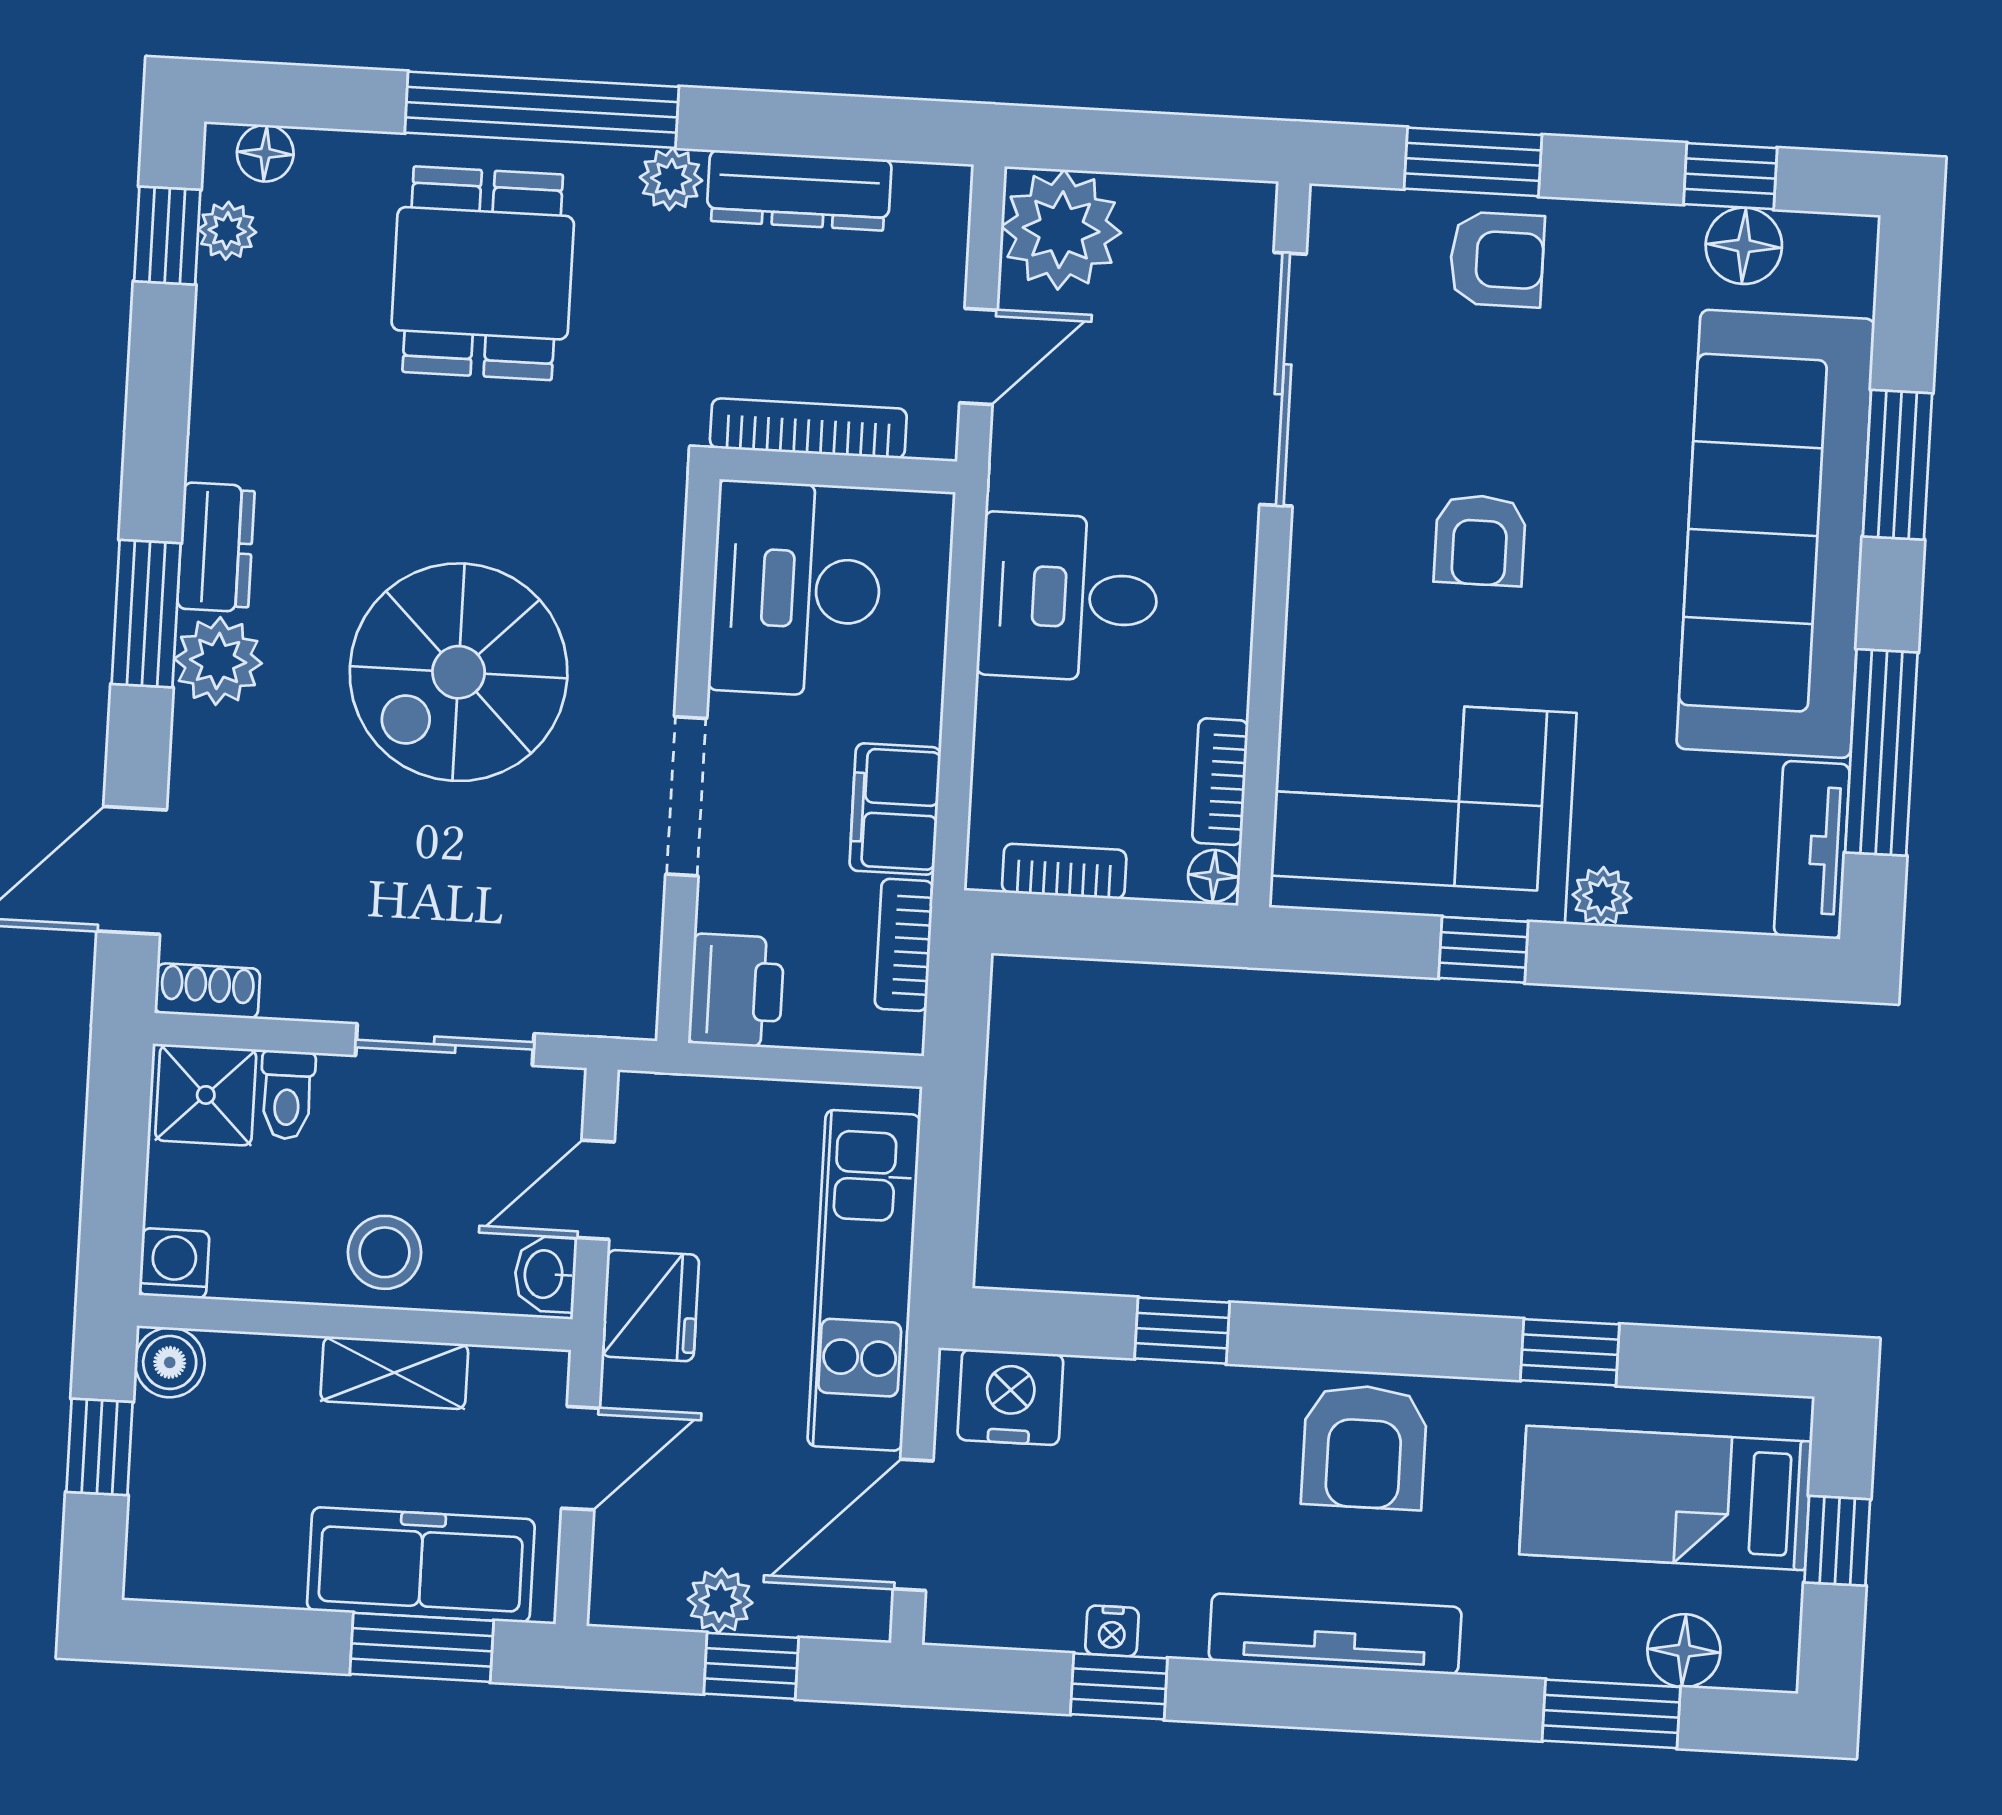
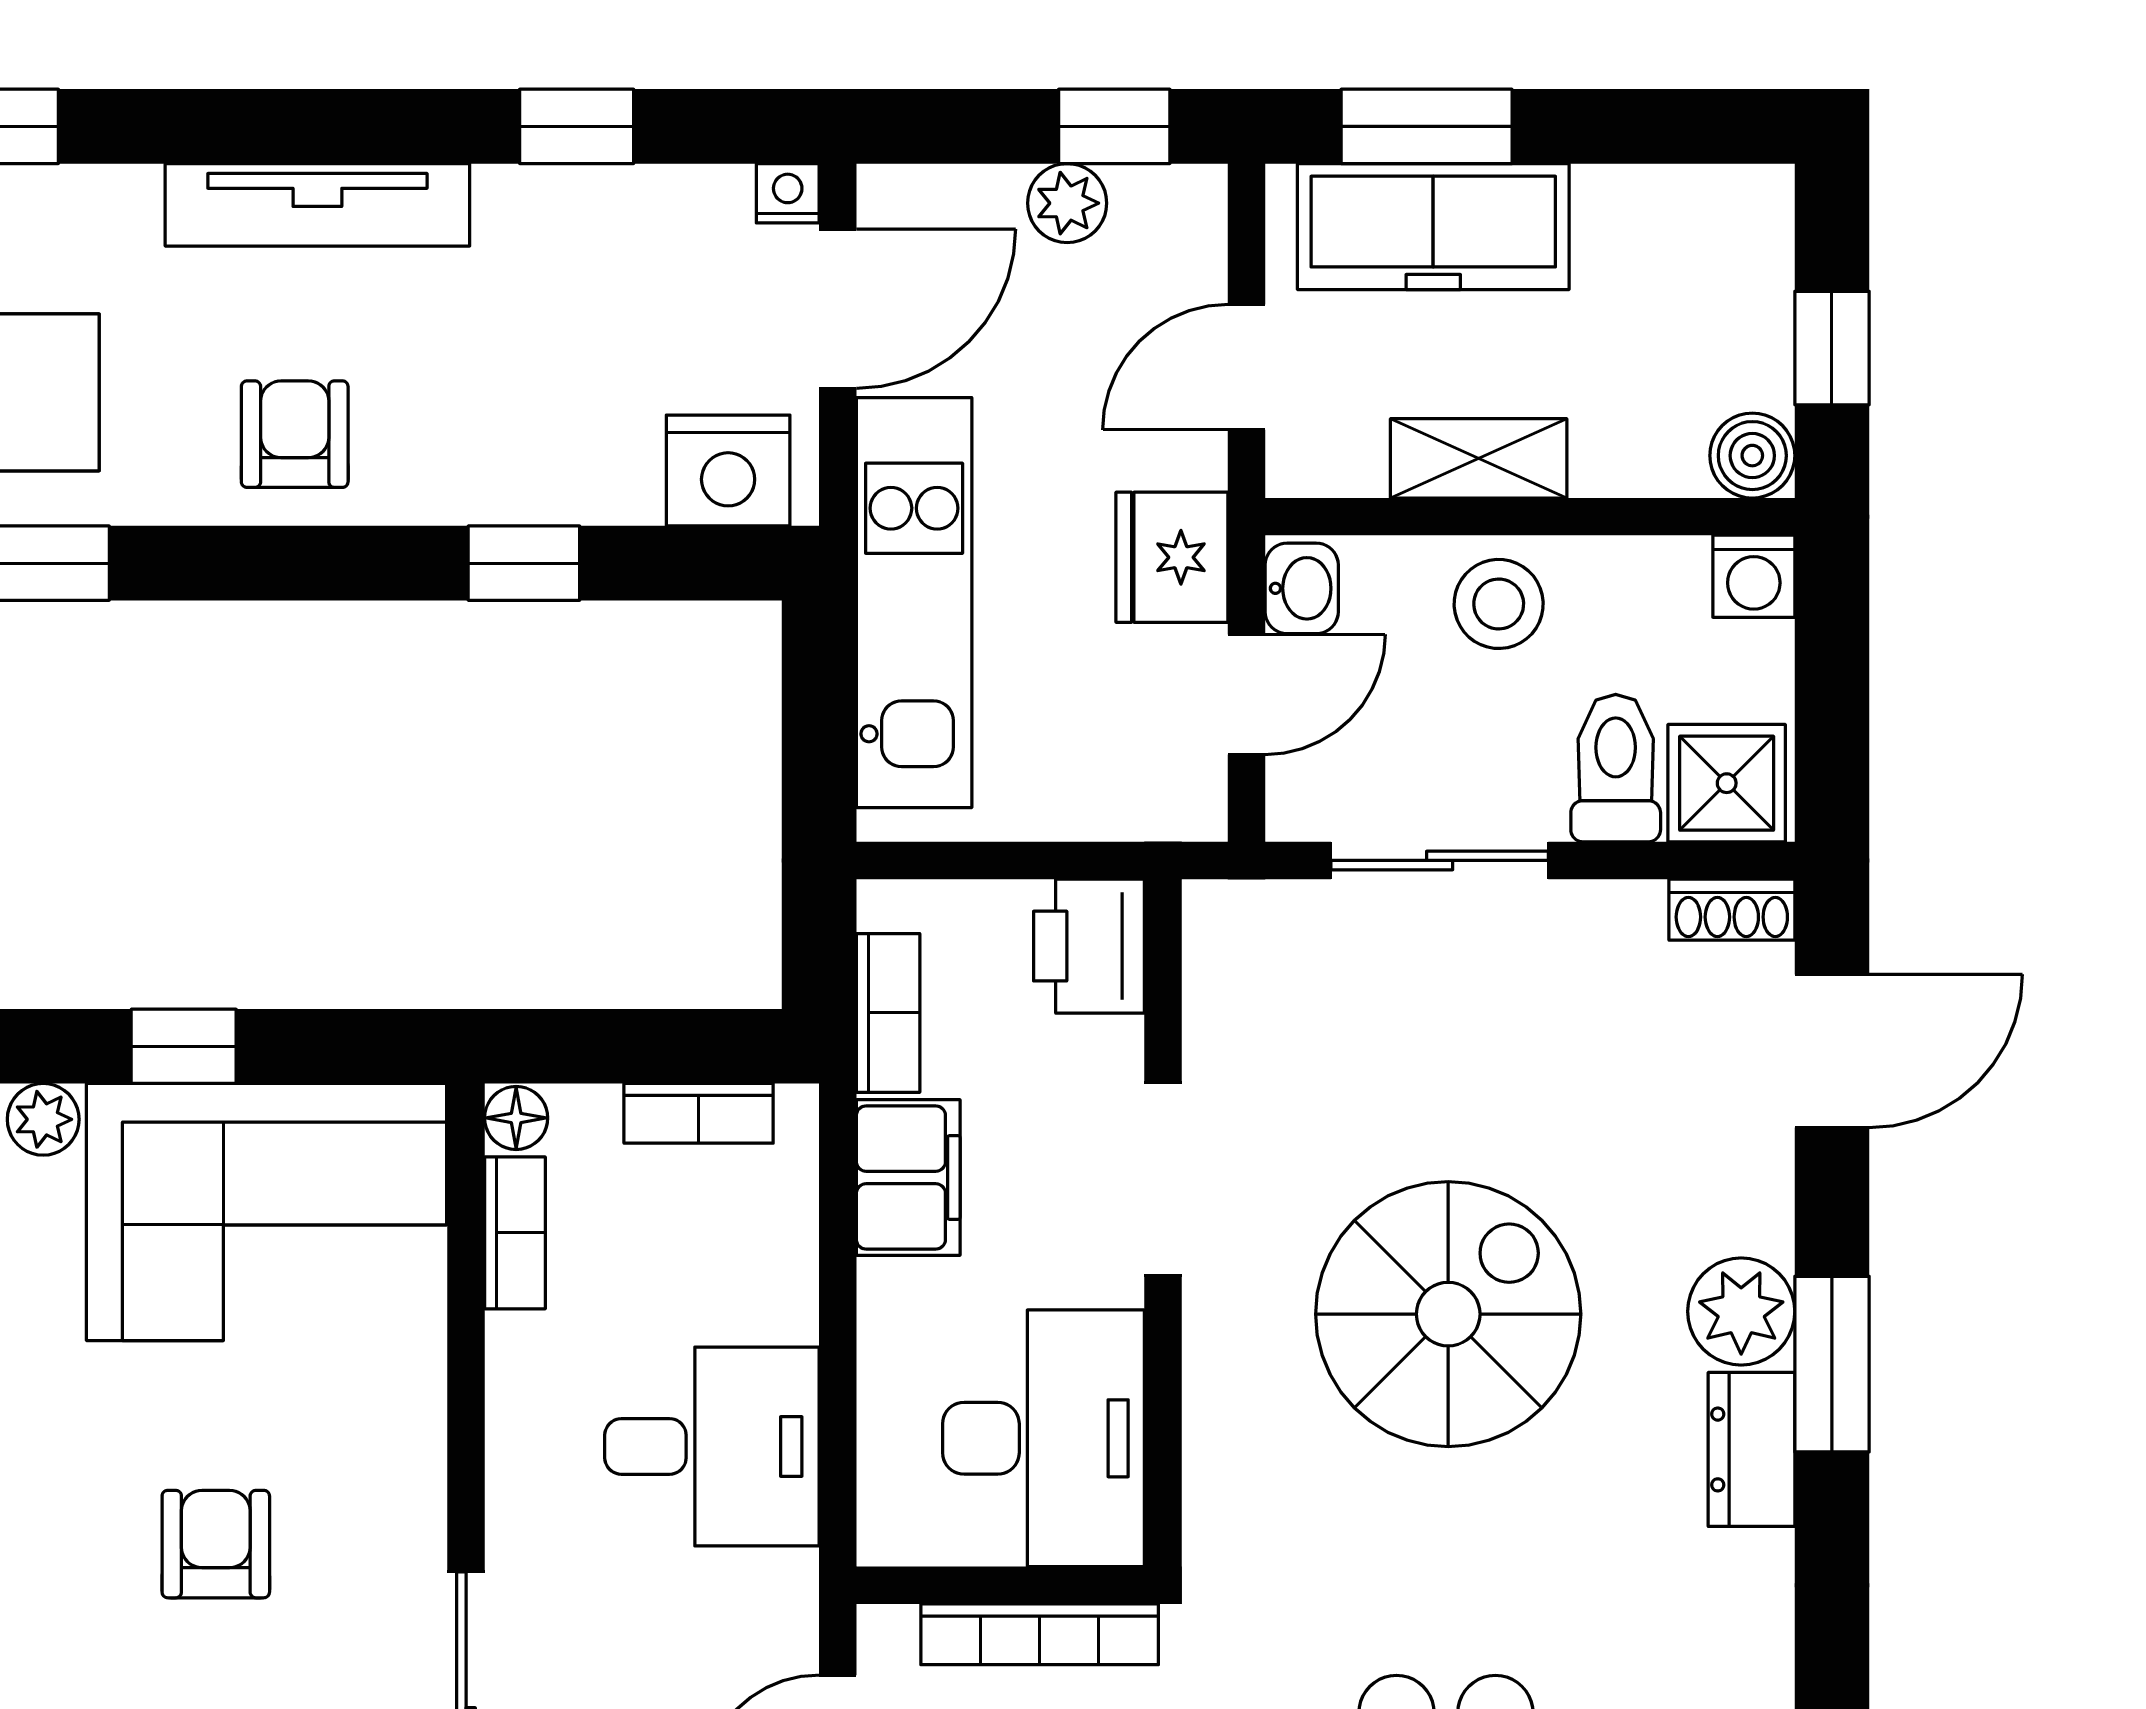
toilet: (287, 1095) -> (1616, 768), width x1.37, depth x1.39
armchair: (1364, 1447) -> (295, 434), width x0.72, depth x0.72
nightstand: (1112, 1631) -> (788, 193), moved
window: (751, 1666) -> (1114, 126), moved

